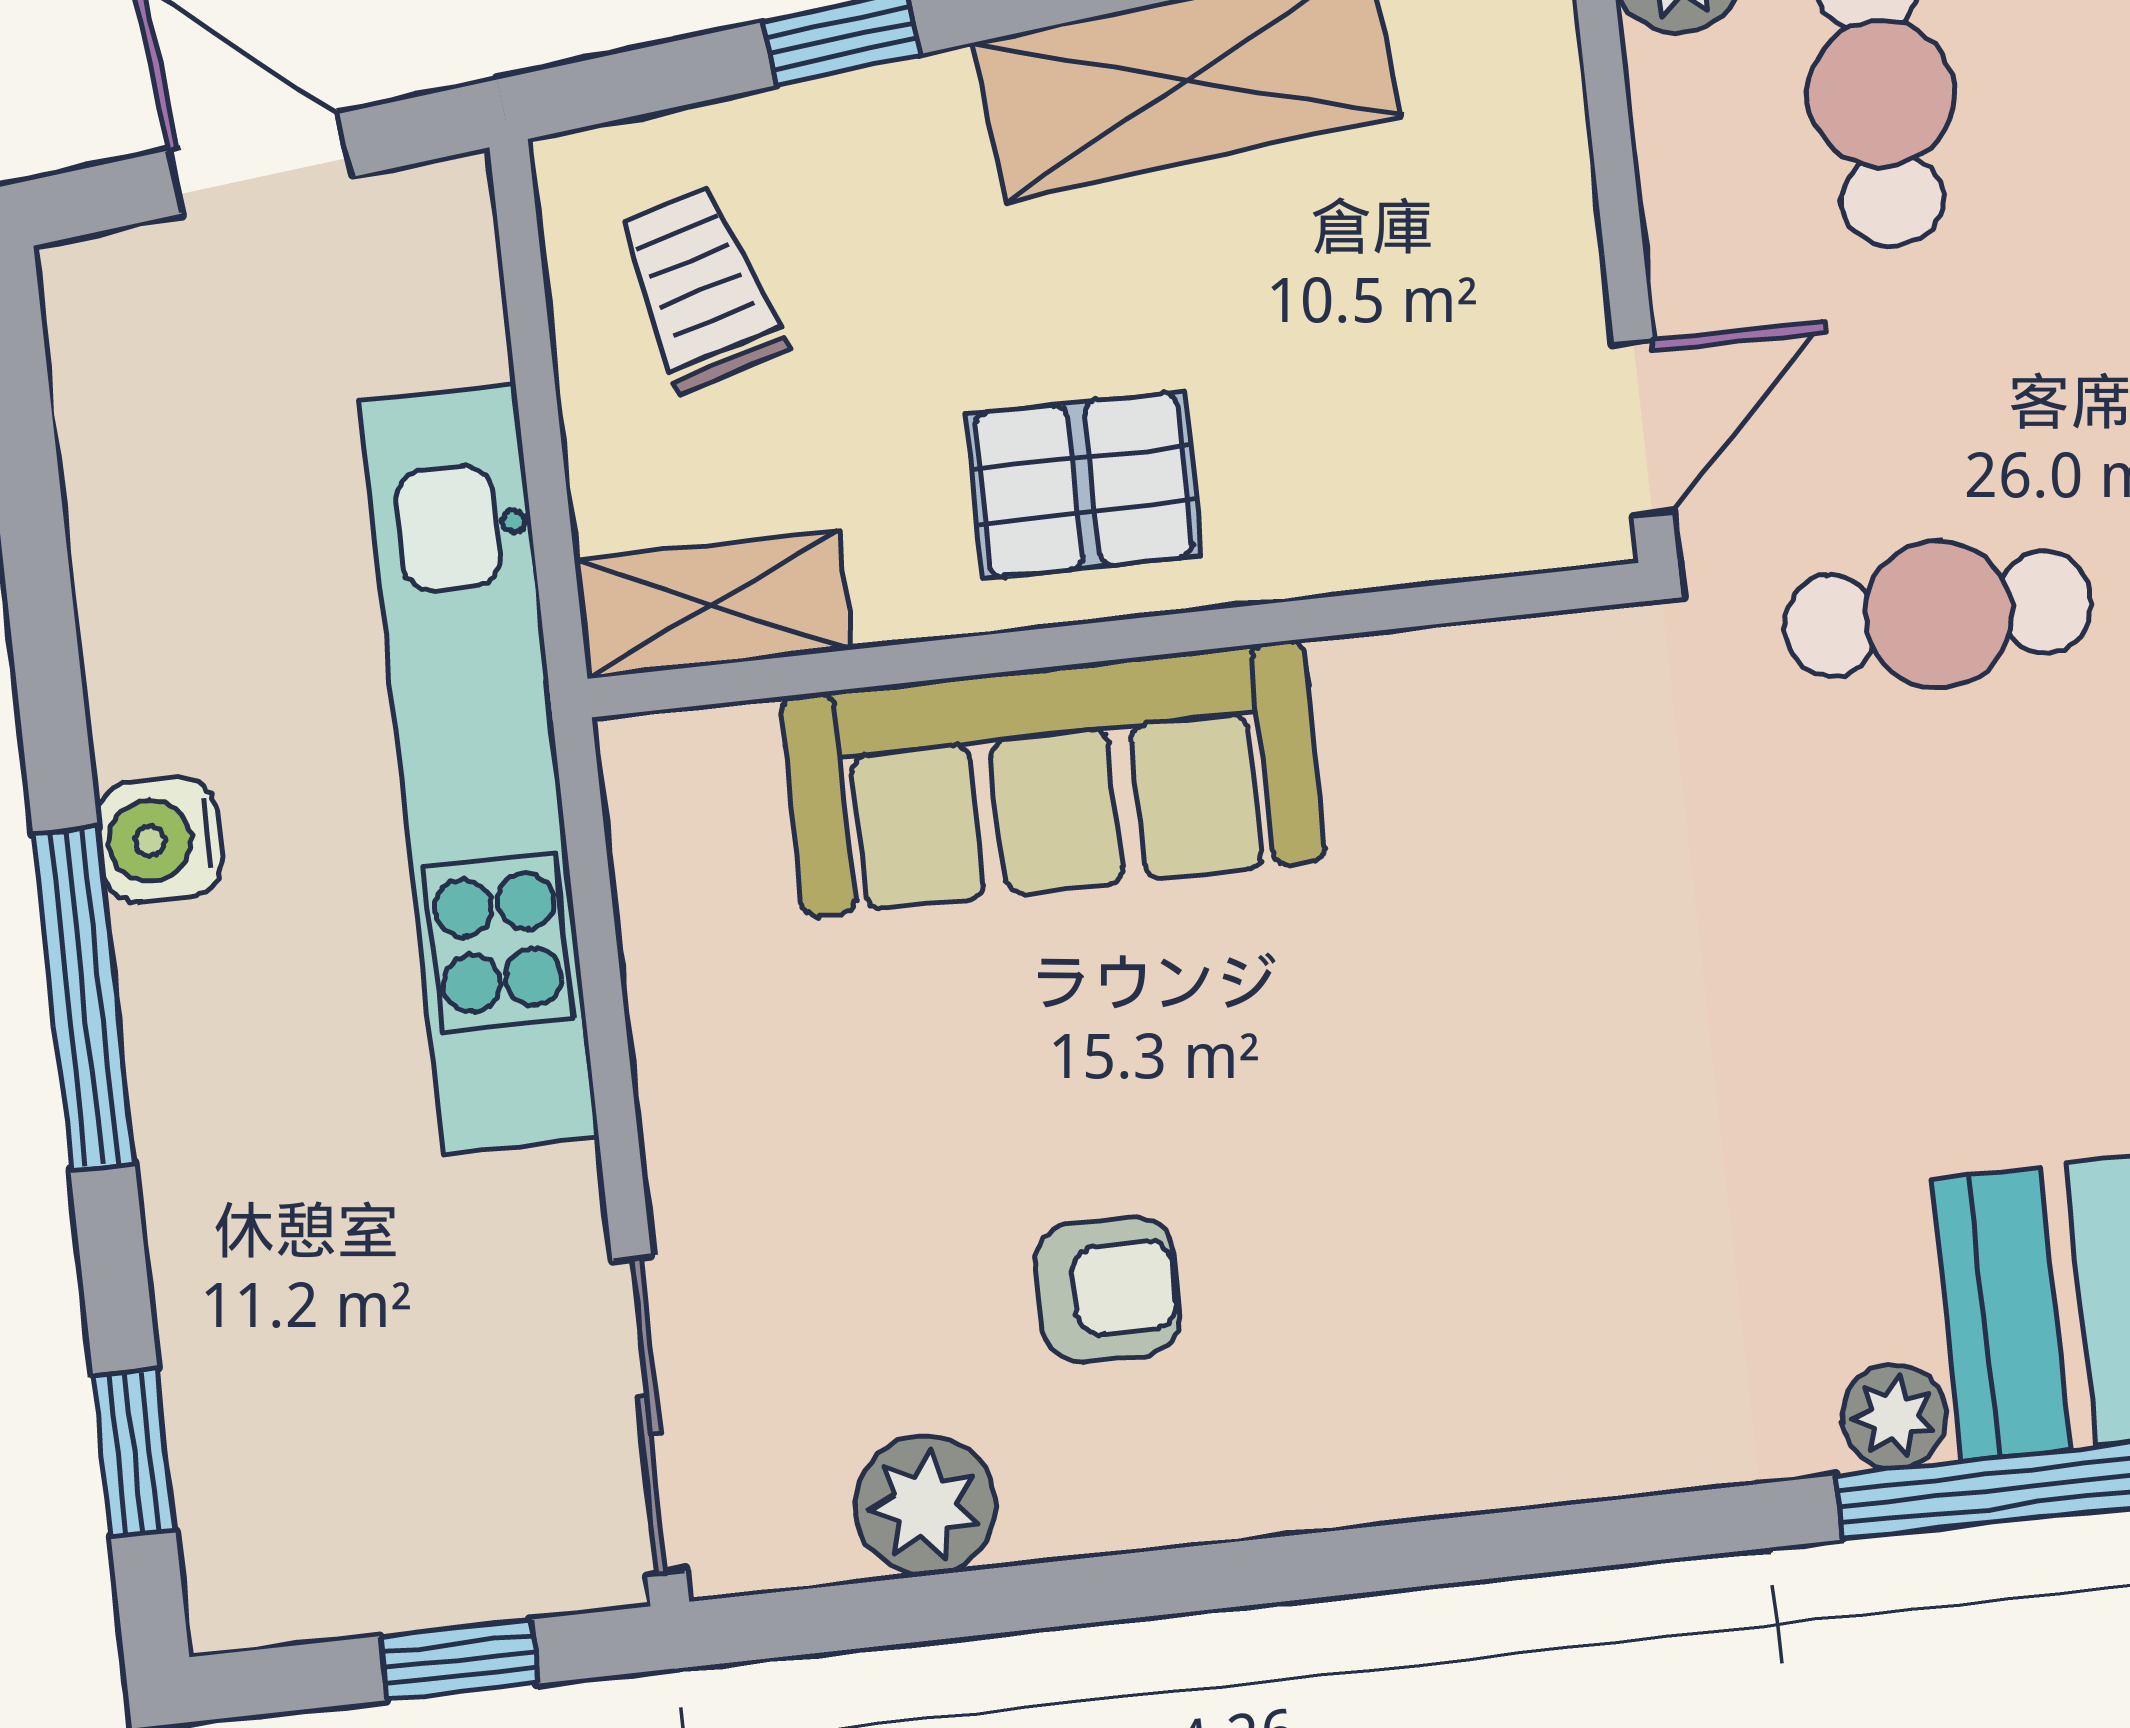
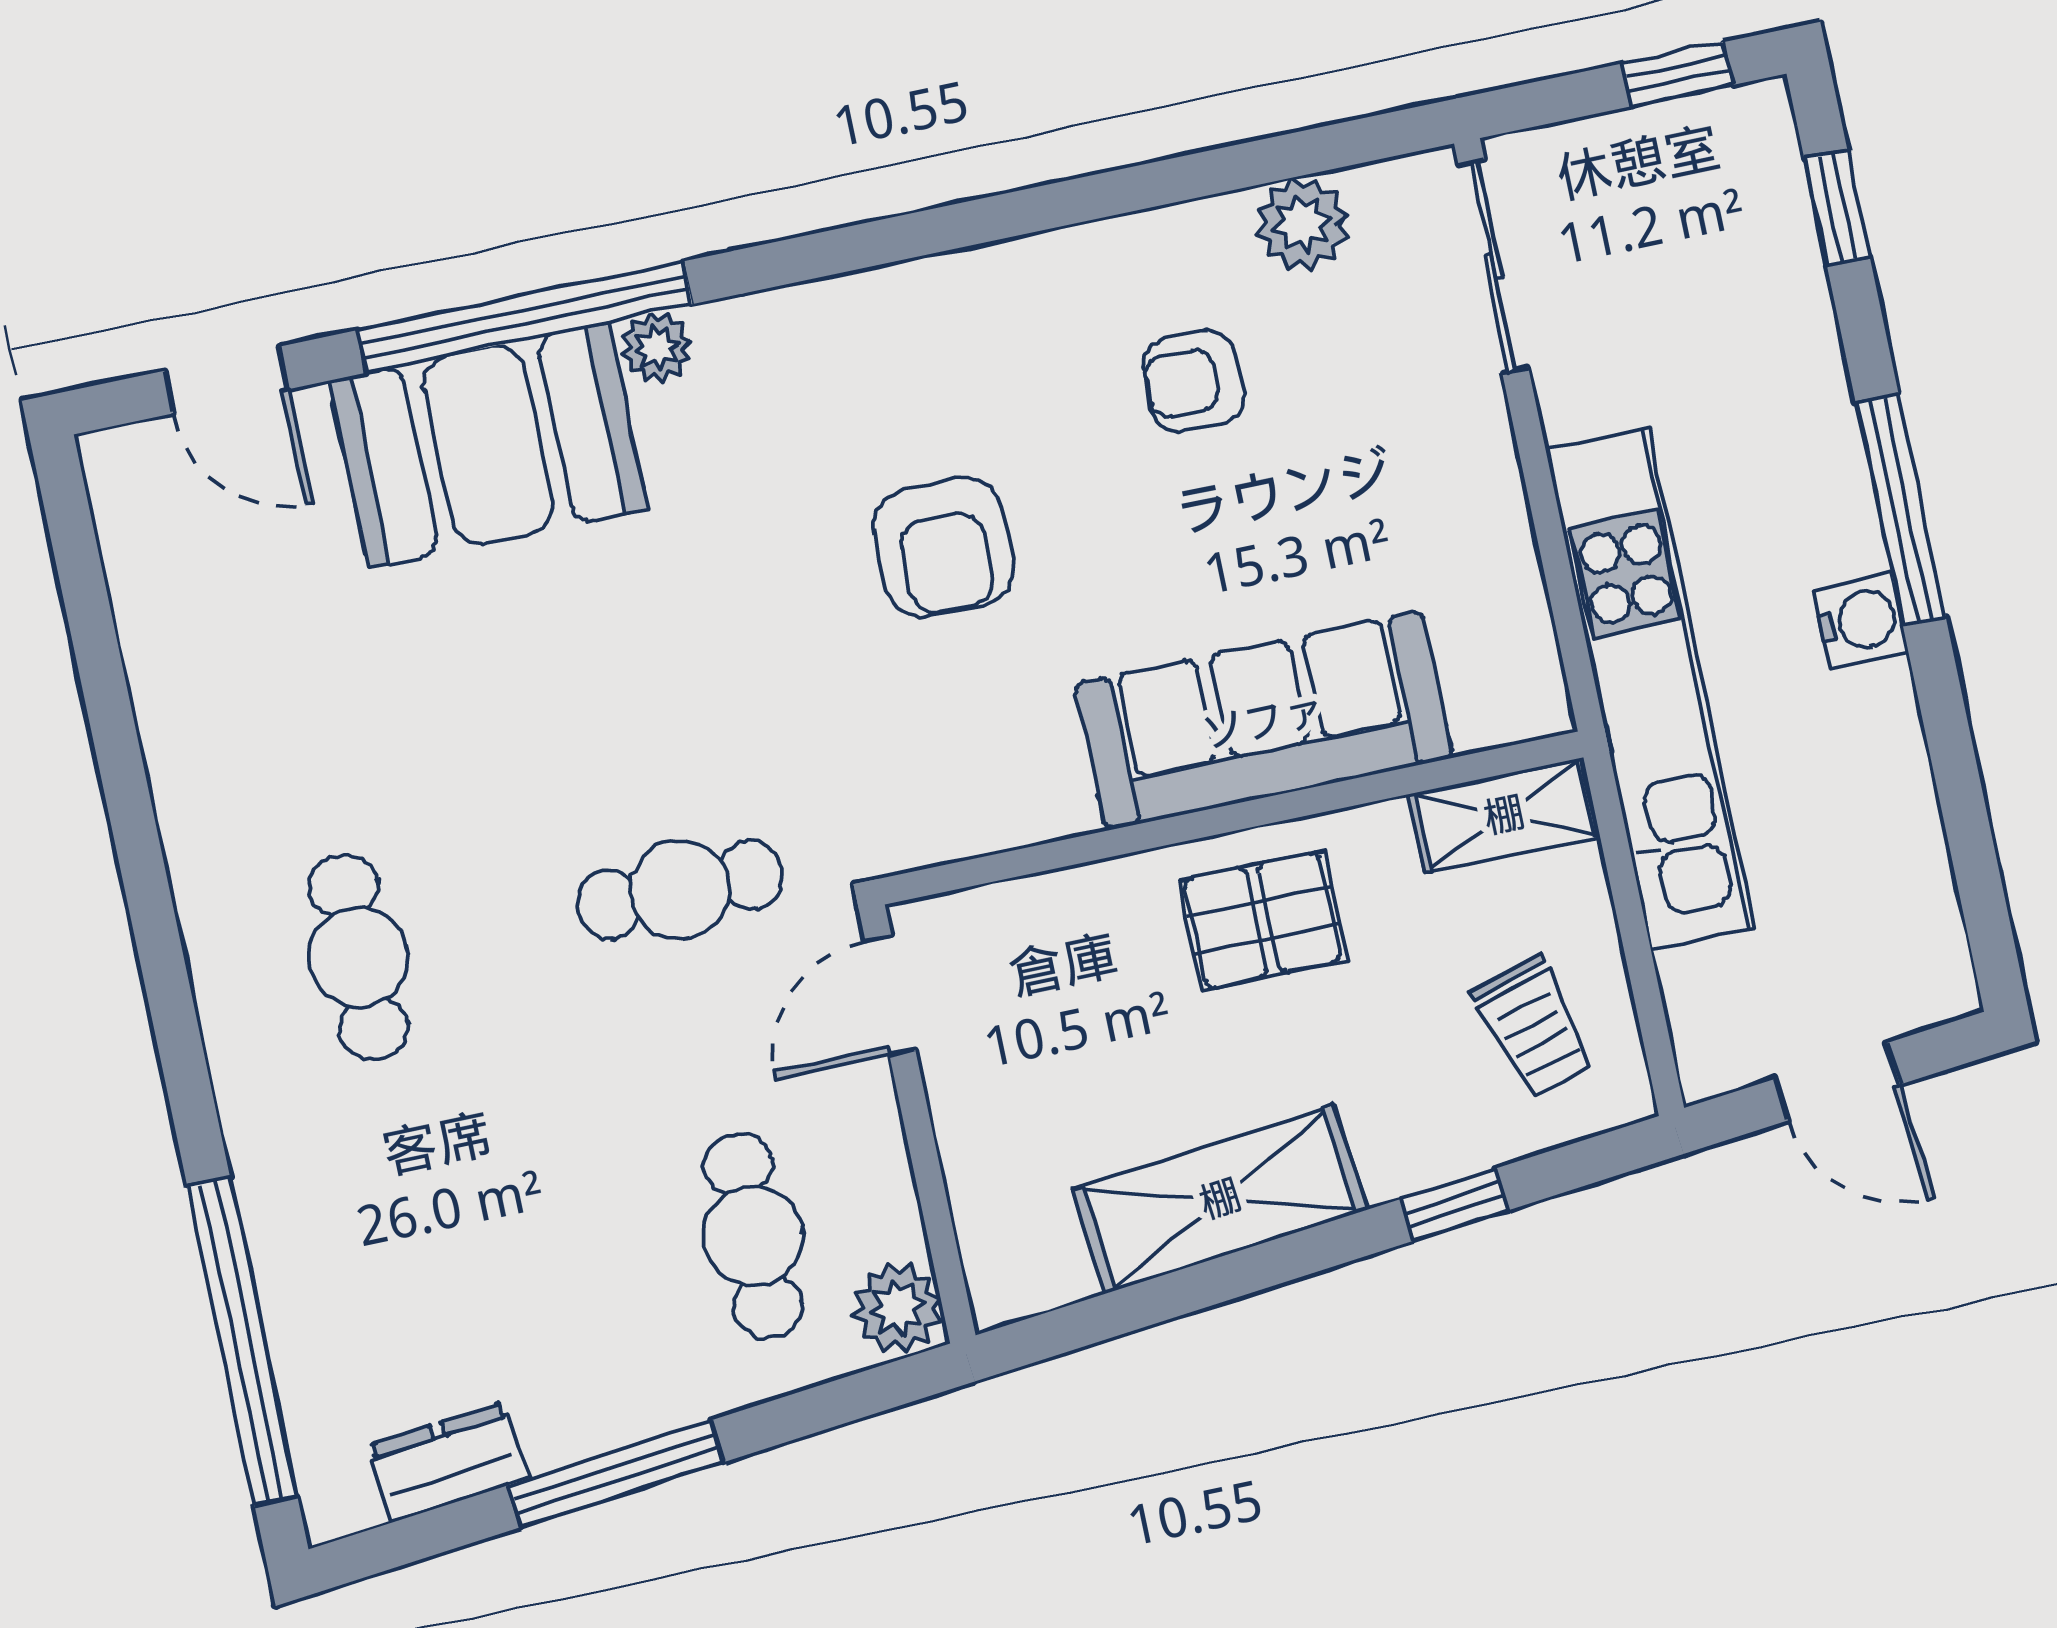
armchair: (1500, 1081) -> (944, 547), added
window: (459, 1660) -> (1677, 74), moved

